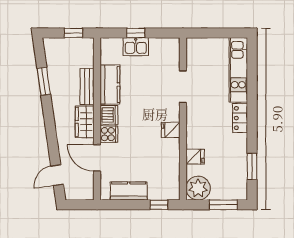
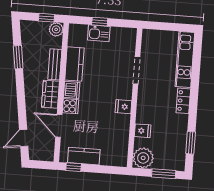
plant: (86, 46) -> (56, 29), added
window: (159, 205) -> (74, 167), moved

